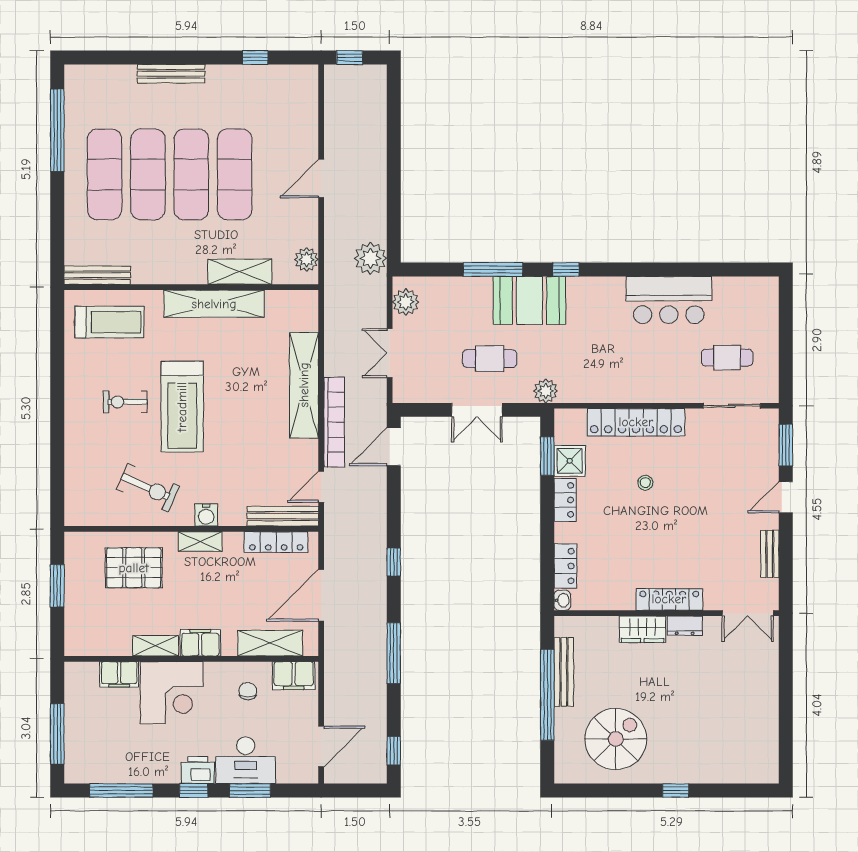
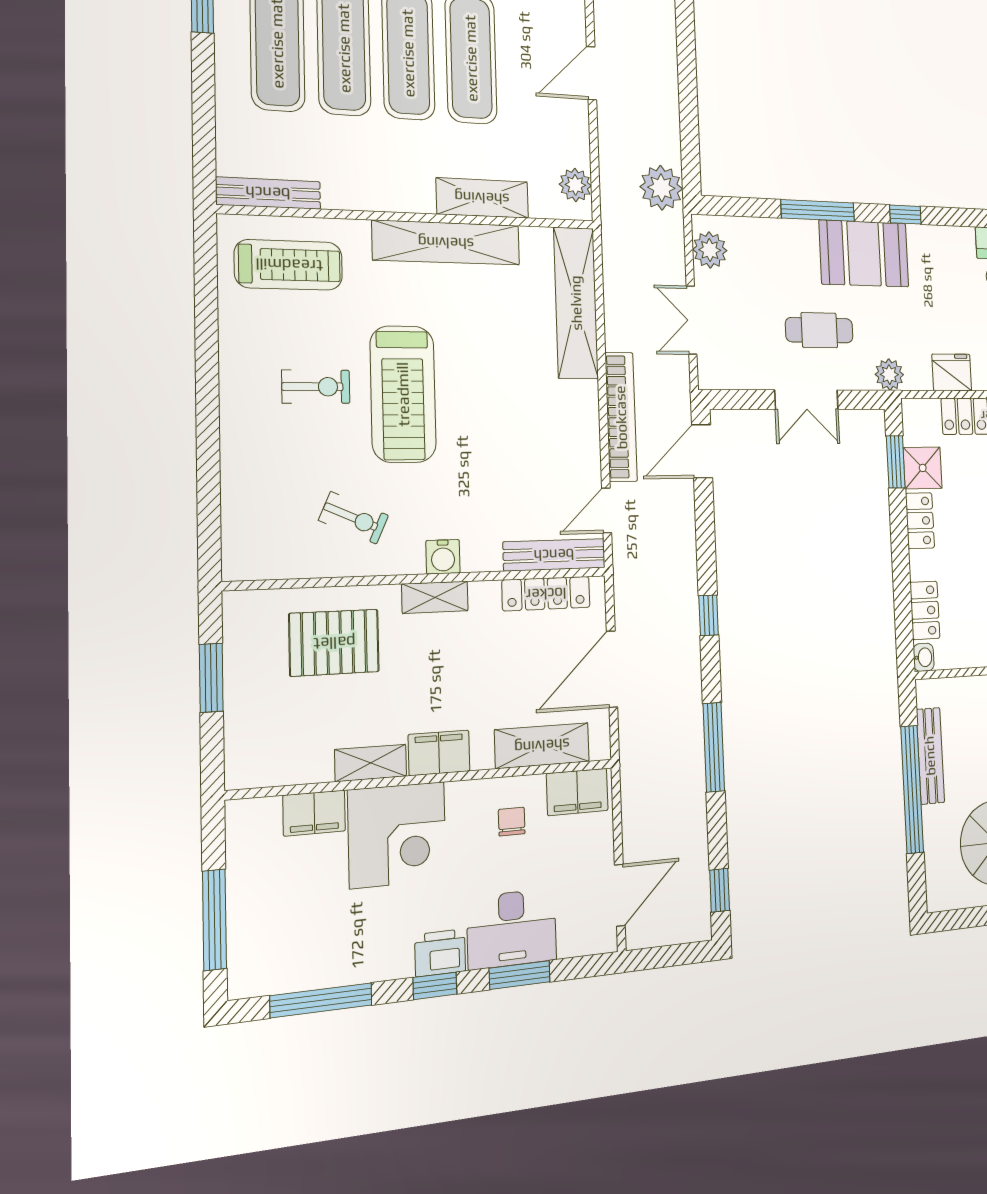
shelving: (304, 385) -> (576, 303), moved
fridge: (599, 389) -> (952, 372), added
exercise bike: (125, 402) -> (316, 387), turned 180
exercise bike: (148, 488) -> (354, 518), width x0.73, depth x0.72

